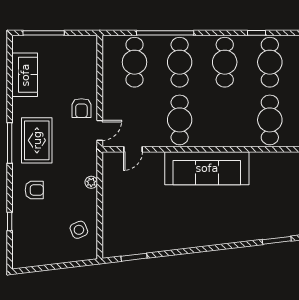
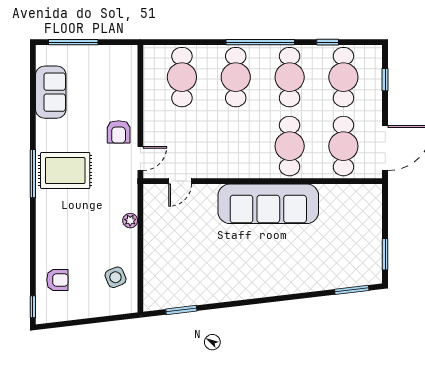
window: (165, 33) -> (260, 42), moved
cafe table: (180, 120) -> (290, 146), moved
rug: (37, 140) -> (65, 171), turned 90
armchair: (34, 190) -> (57, 280), moved
window: (10, 221) -> (33, 307), moved

